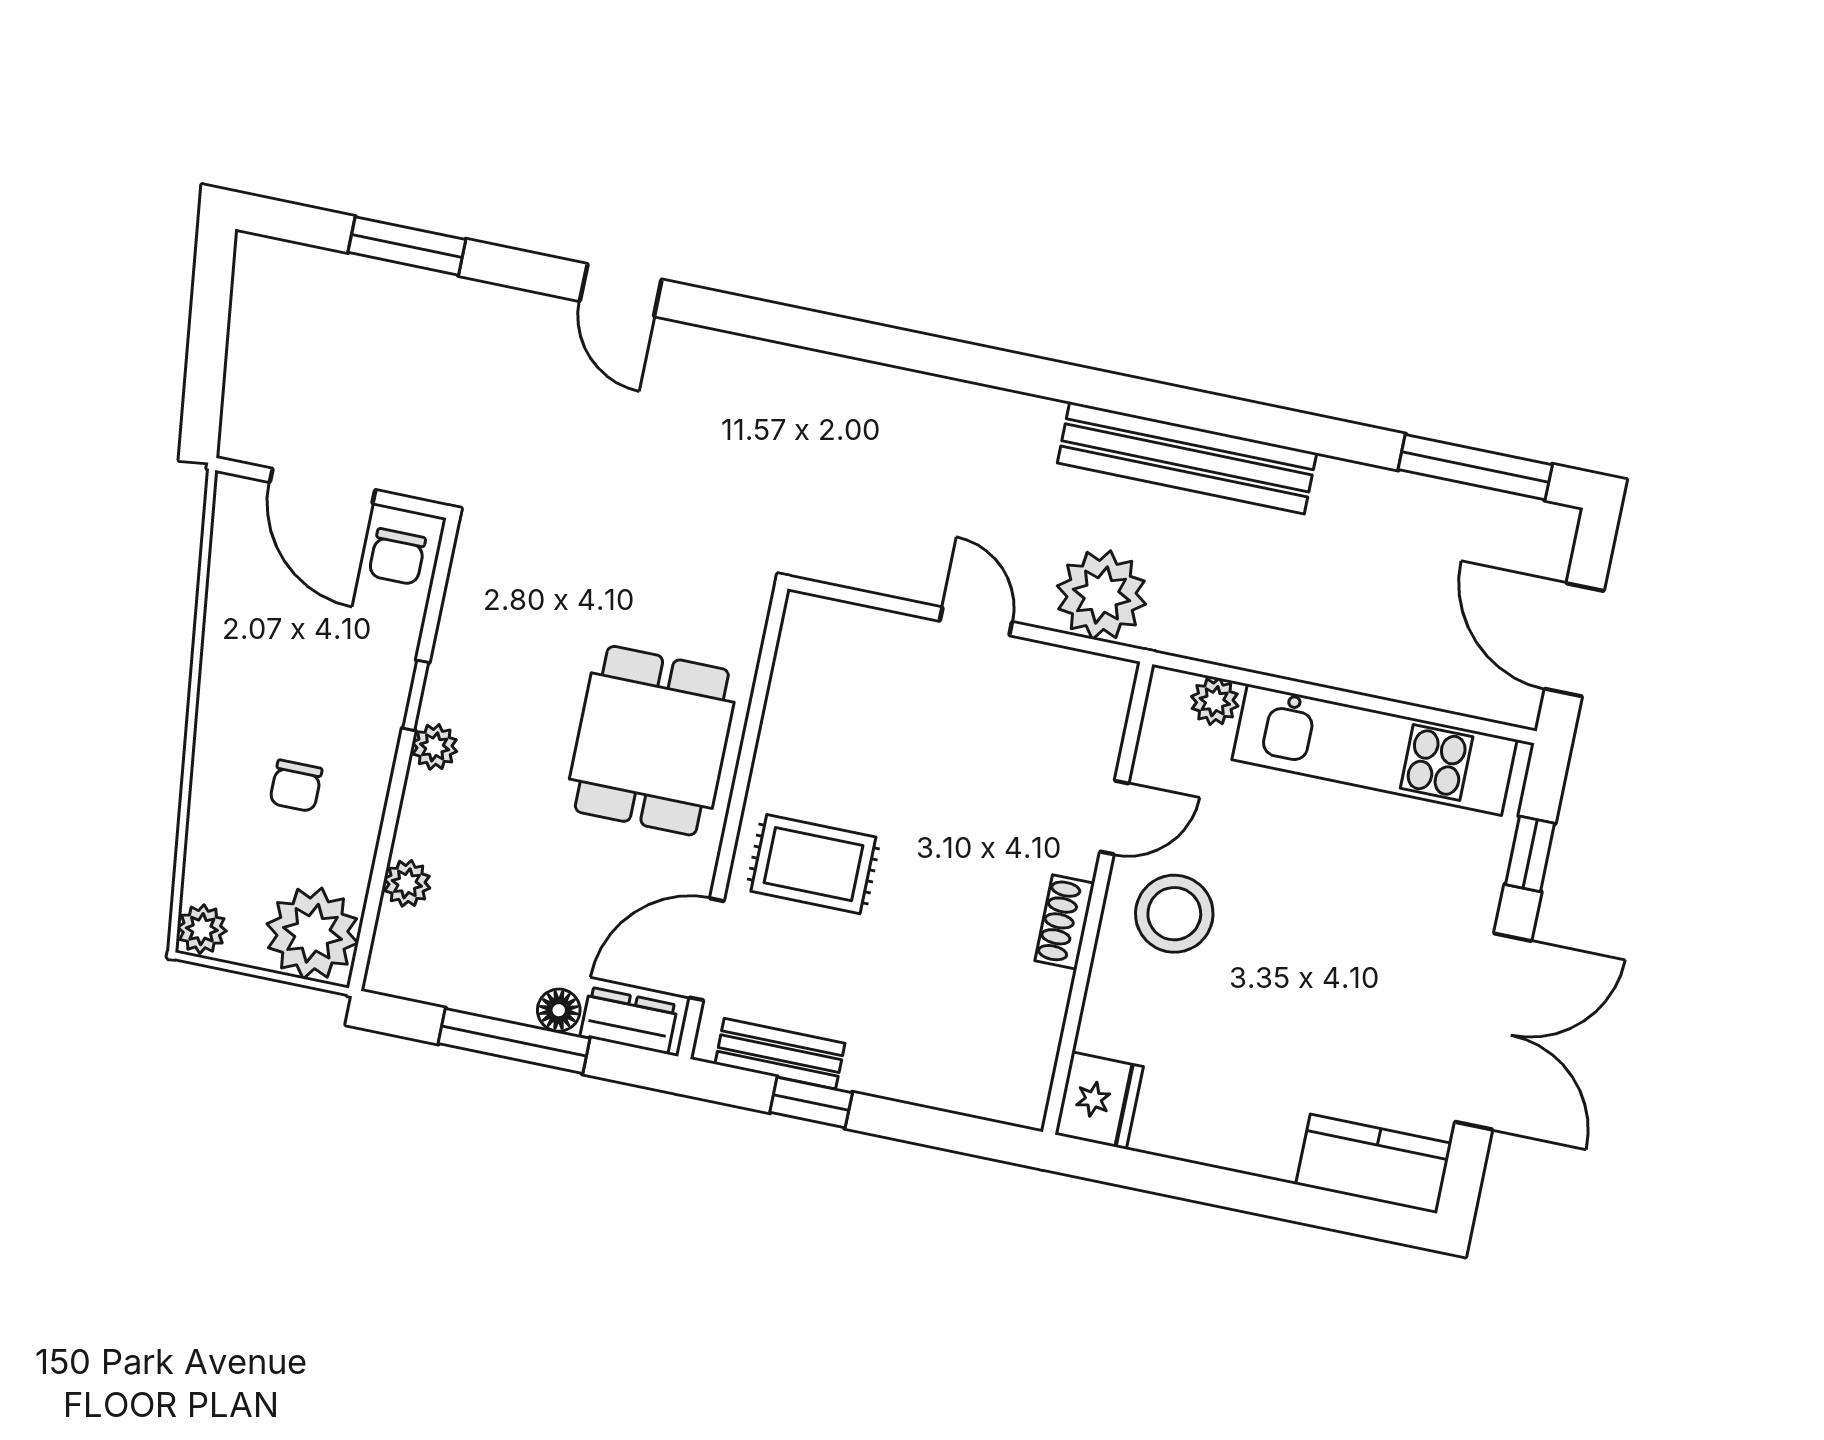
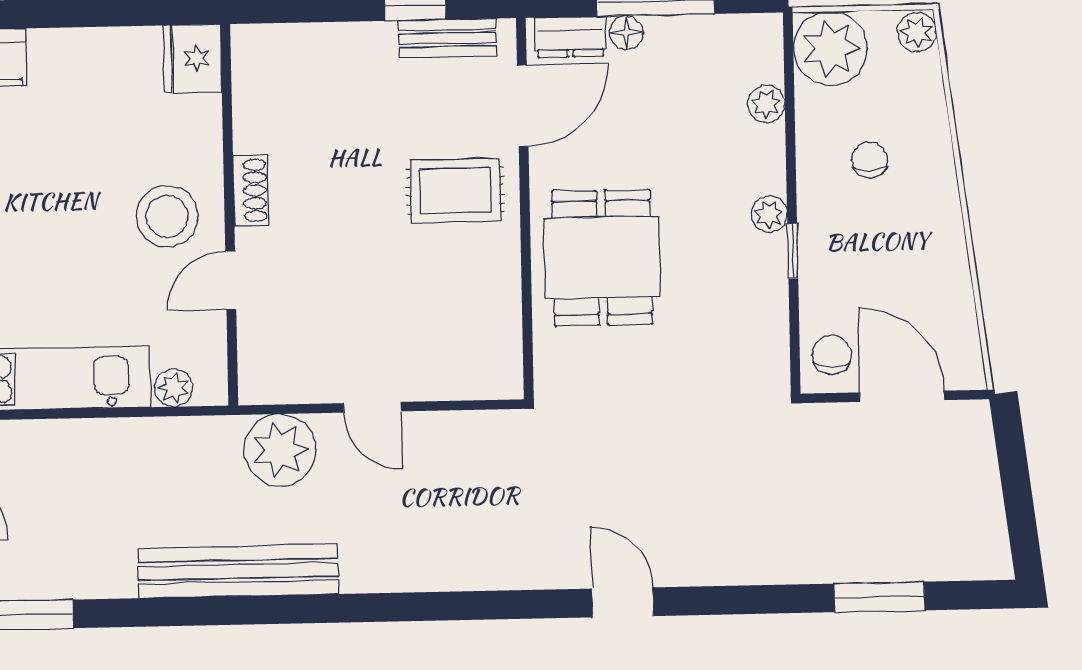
door: (621, 290) -> (623, 602), moved

